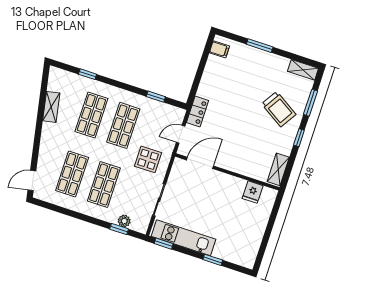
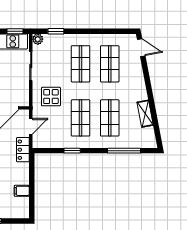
filing cabinet: (219, 49) -> (22, 191), moved
window: (88, 74) -> (124, 151), width x2.17
window: (156, 97) -> (72, 151), moved
door: (32, 180) -> (141, 48), hinge flipped
plant: (124, 221) -> (38, 39), moved

